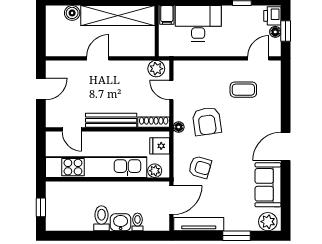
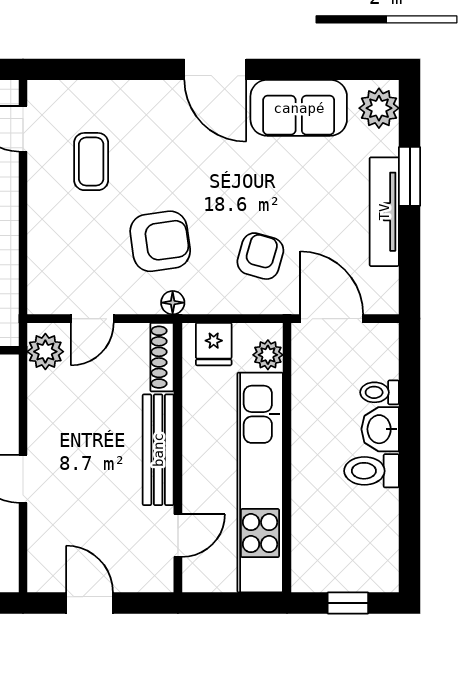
tv unit: (199, 224) -> (384, 212), moved

